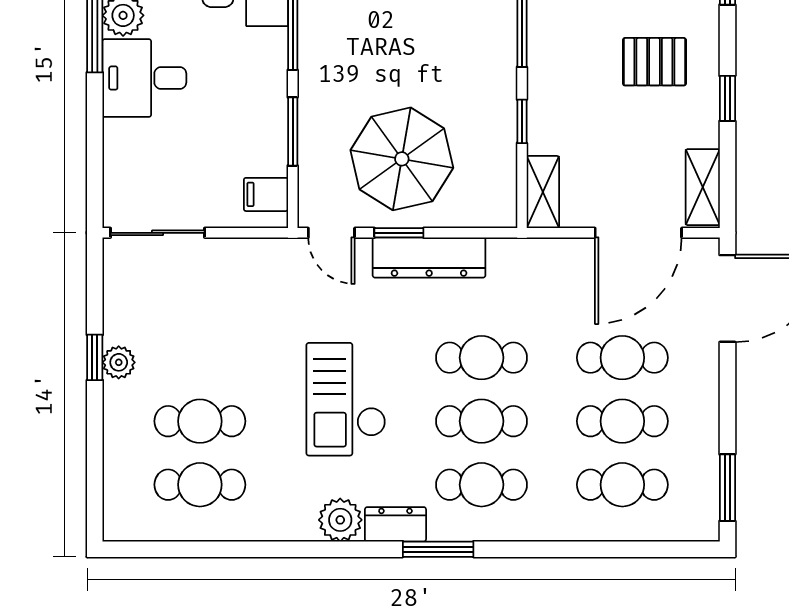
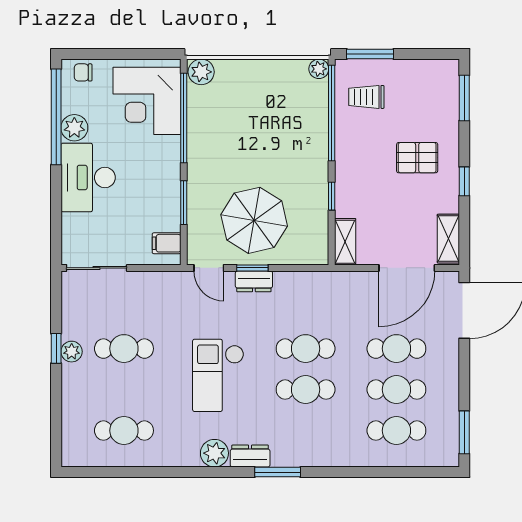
desk: (144, 78) -> (88, 178), width x1.37
dresser: (429, 257) -> (254, 281), width x0.51, depth x0.80
cafe table: (200, 421) -> (124, 349), moved
cafe table: (482, 485) -> (306, 431), removed

